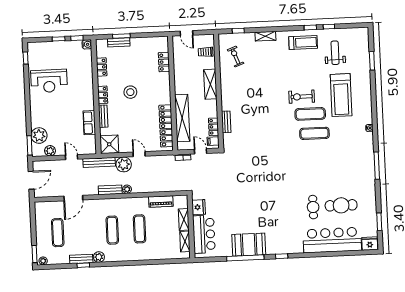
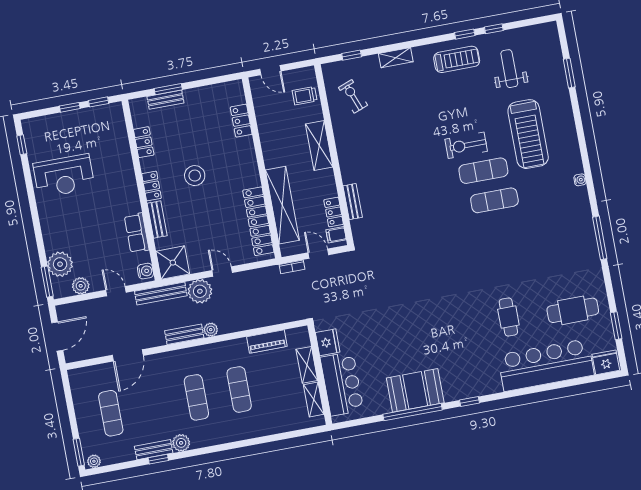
water cooler: (87, 44) -> (145, 271), moved
cafe table: (341, 205) -> (573, 310), moved

